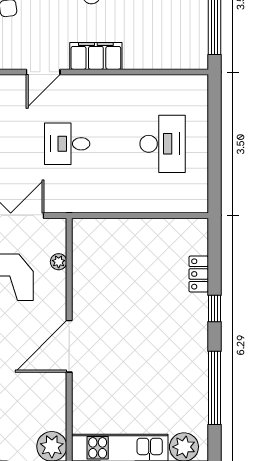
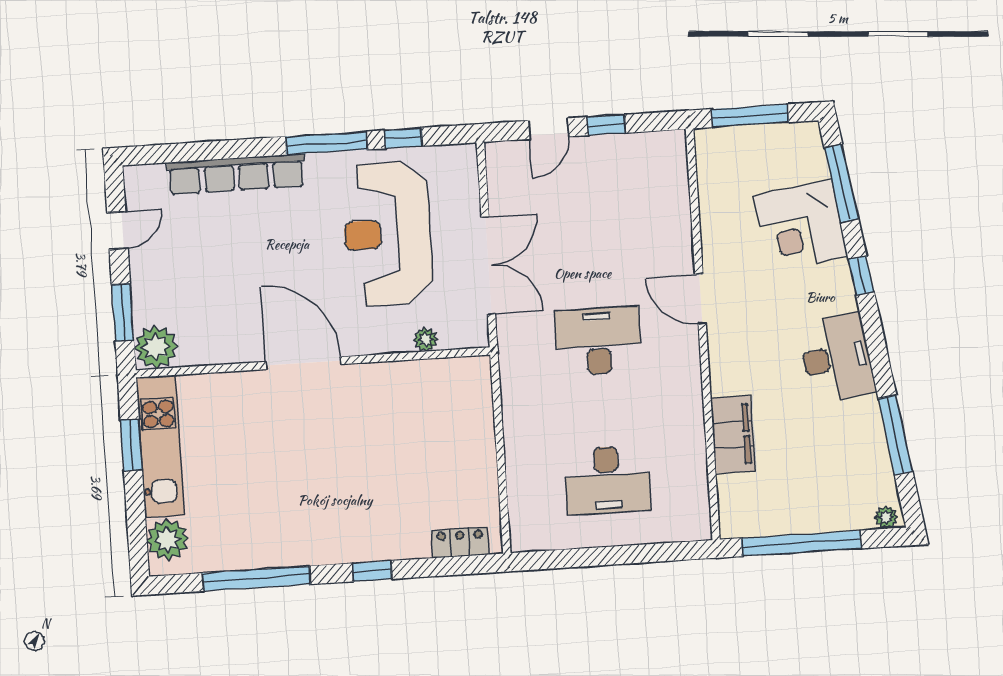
filing cabinet: (96, 56) -> (733, 434), moved
desk: (67, 144) -> (598, 341), width x1.37
locker: (199, 274) -> (460, 542), moved

